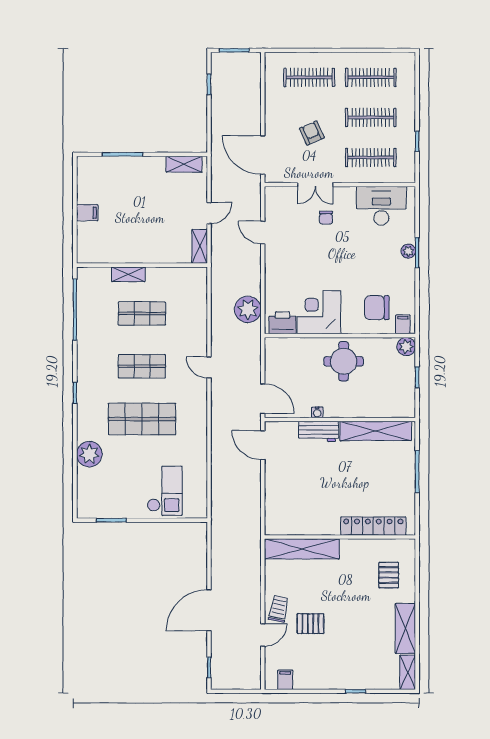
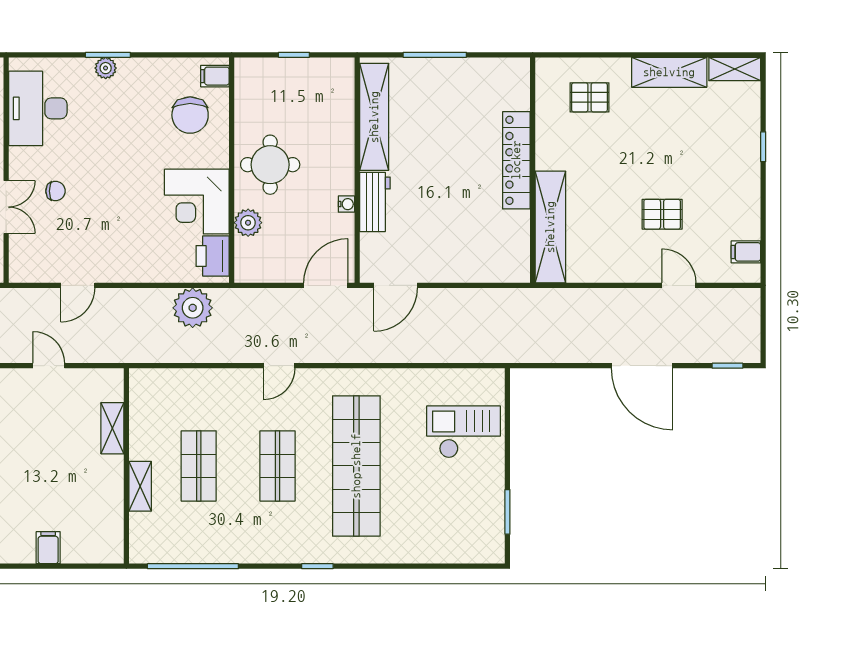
shelving: (200, 246) -> (112, 428), moved, turned 90
plant: (406, 346) -> (248, 223), moved
shop shelf: (142, 419) -> (356, 466), width x1.40
plant: (89, 454) -> (409, 545), removed
locker: (373, 526) -> (516, 160), moved
trolley: (279, 609) -> (640, 262), removed
pallet: (310, 624) -> (662, 214), turned 90

